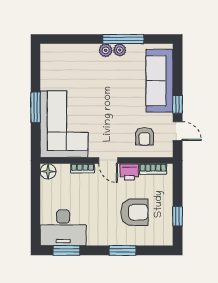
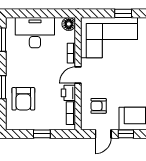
window: (35, 107) -> (123, 13), width x0.67
armchair: (134, 212) -> (23, 99), moved
window: (178, 216) -> (42, 134), moved
desk: (63, 228) -> (35, 33), moved, turned 90

